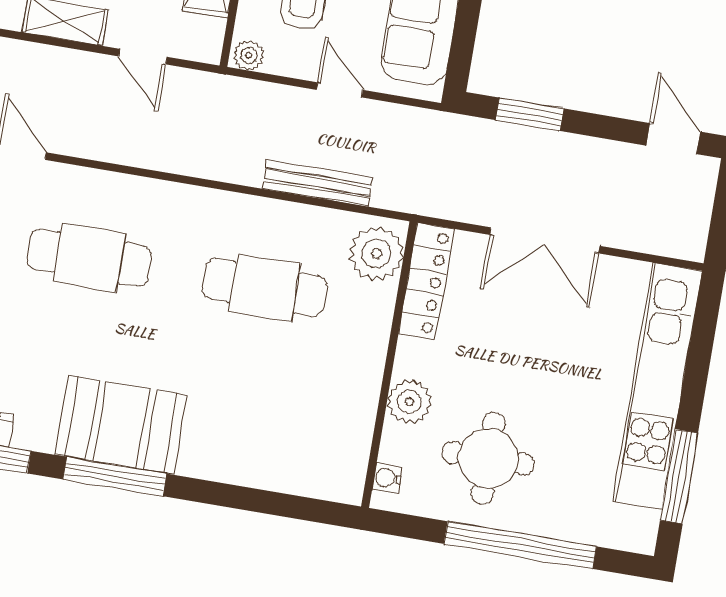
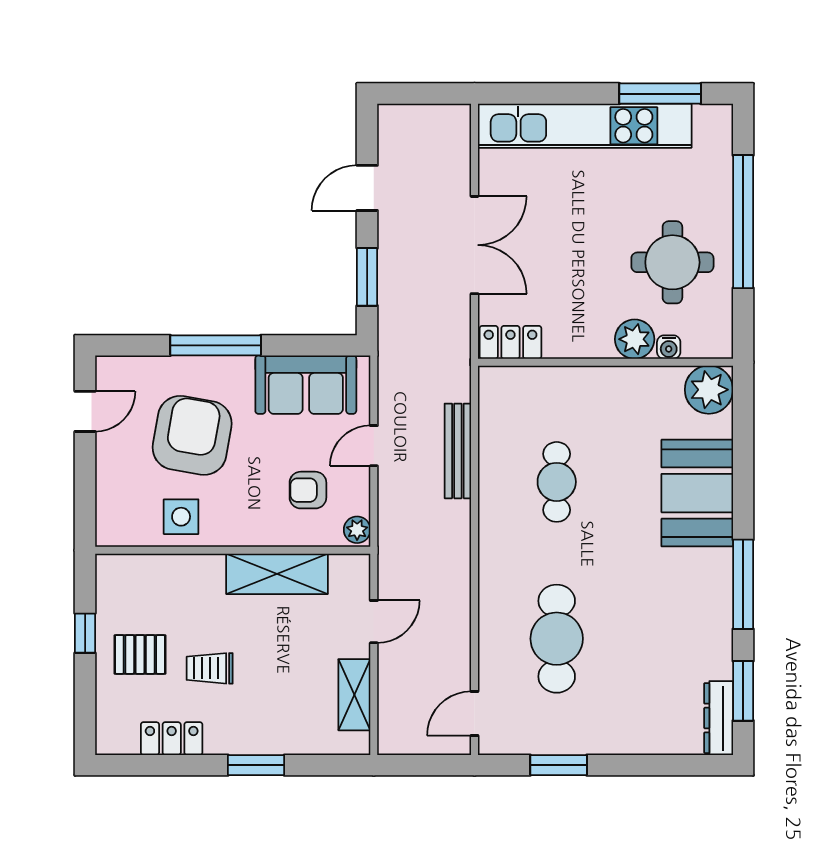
door: (673, 139) -> (367, 188), moved
plant: (376, 253) -> (709, 390), moved
locker: (426, 281) -> (510, 342), width x0.66
cafe table: (265, 287) -> (557, 482), width x0.73, depth x0.74
booth: (121, 425) -> (697, 493), moved
water cooler: (387, 478) -> (669, 347), moved

